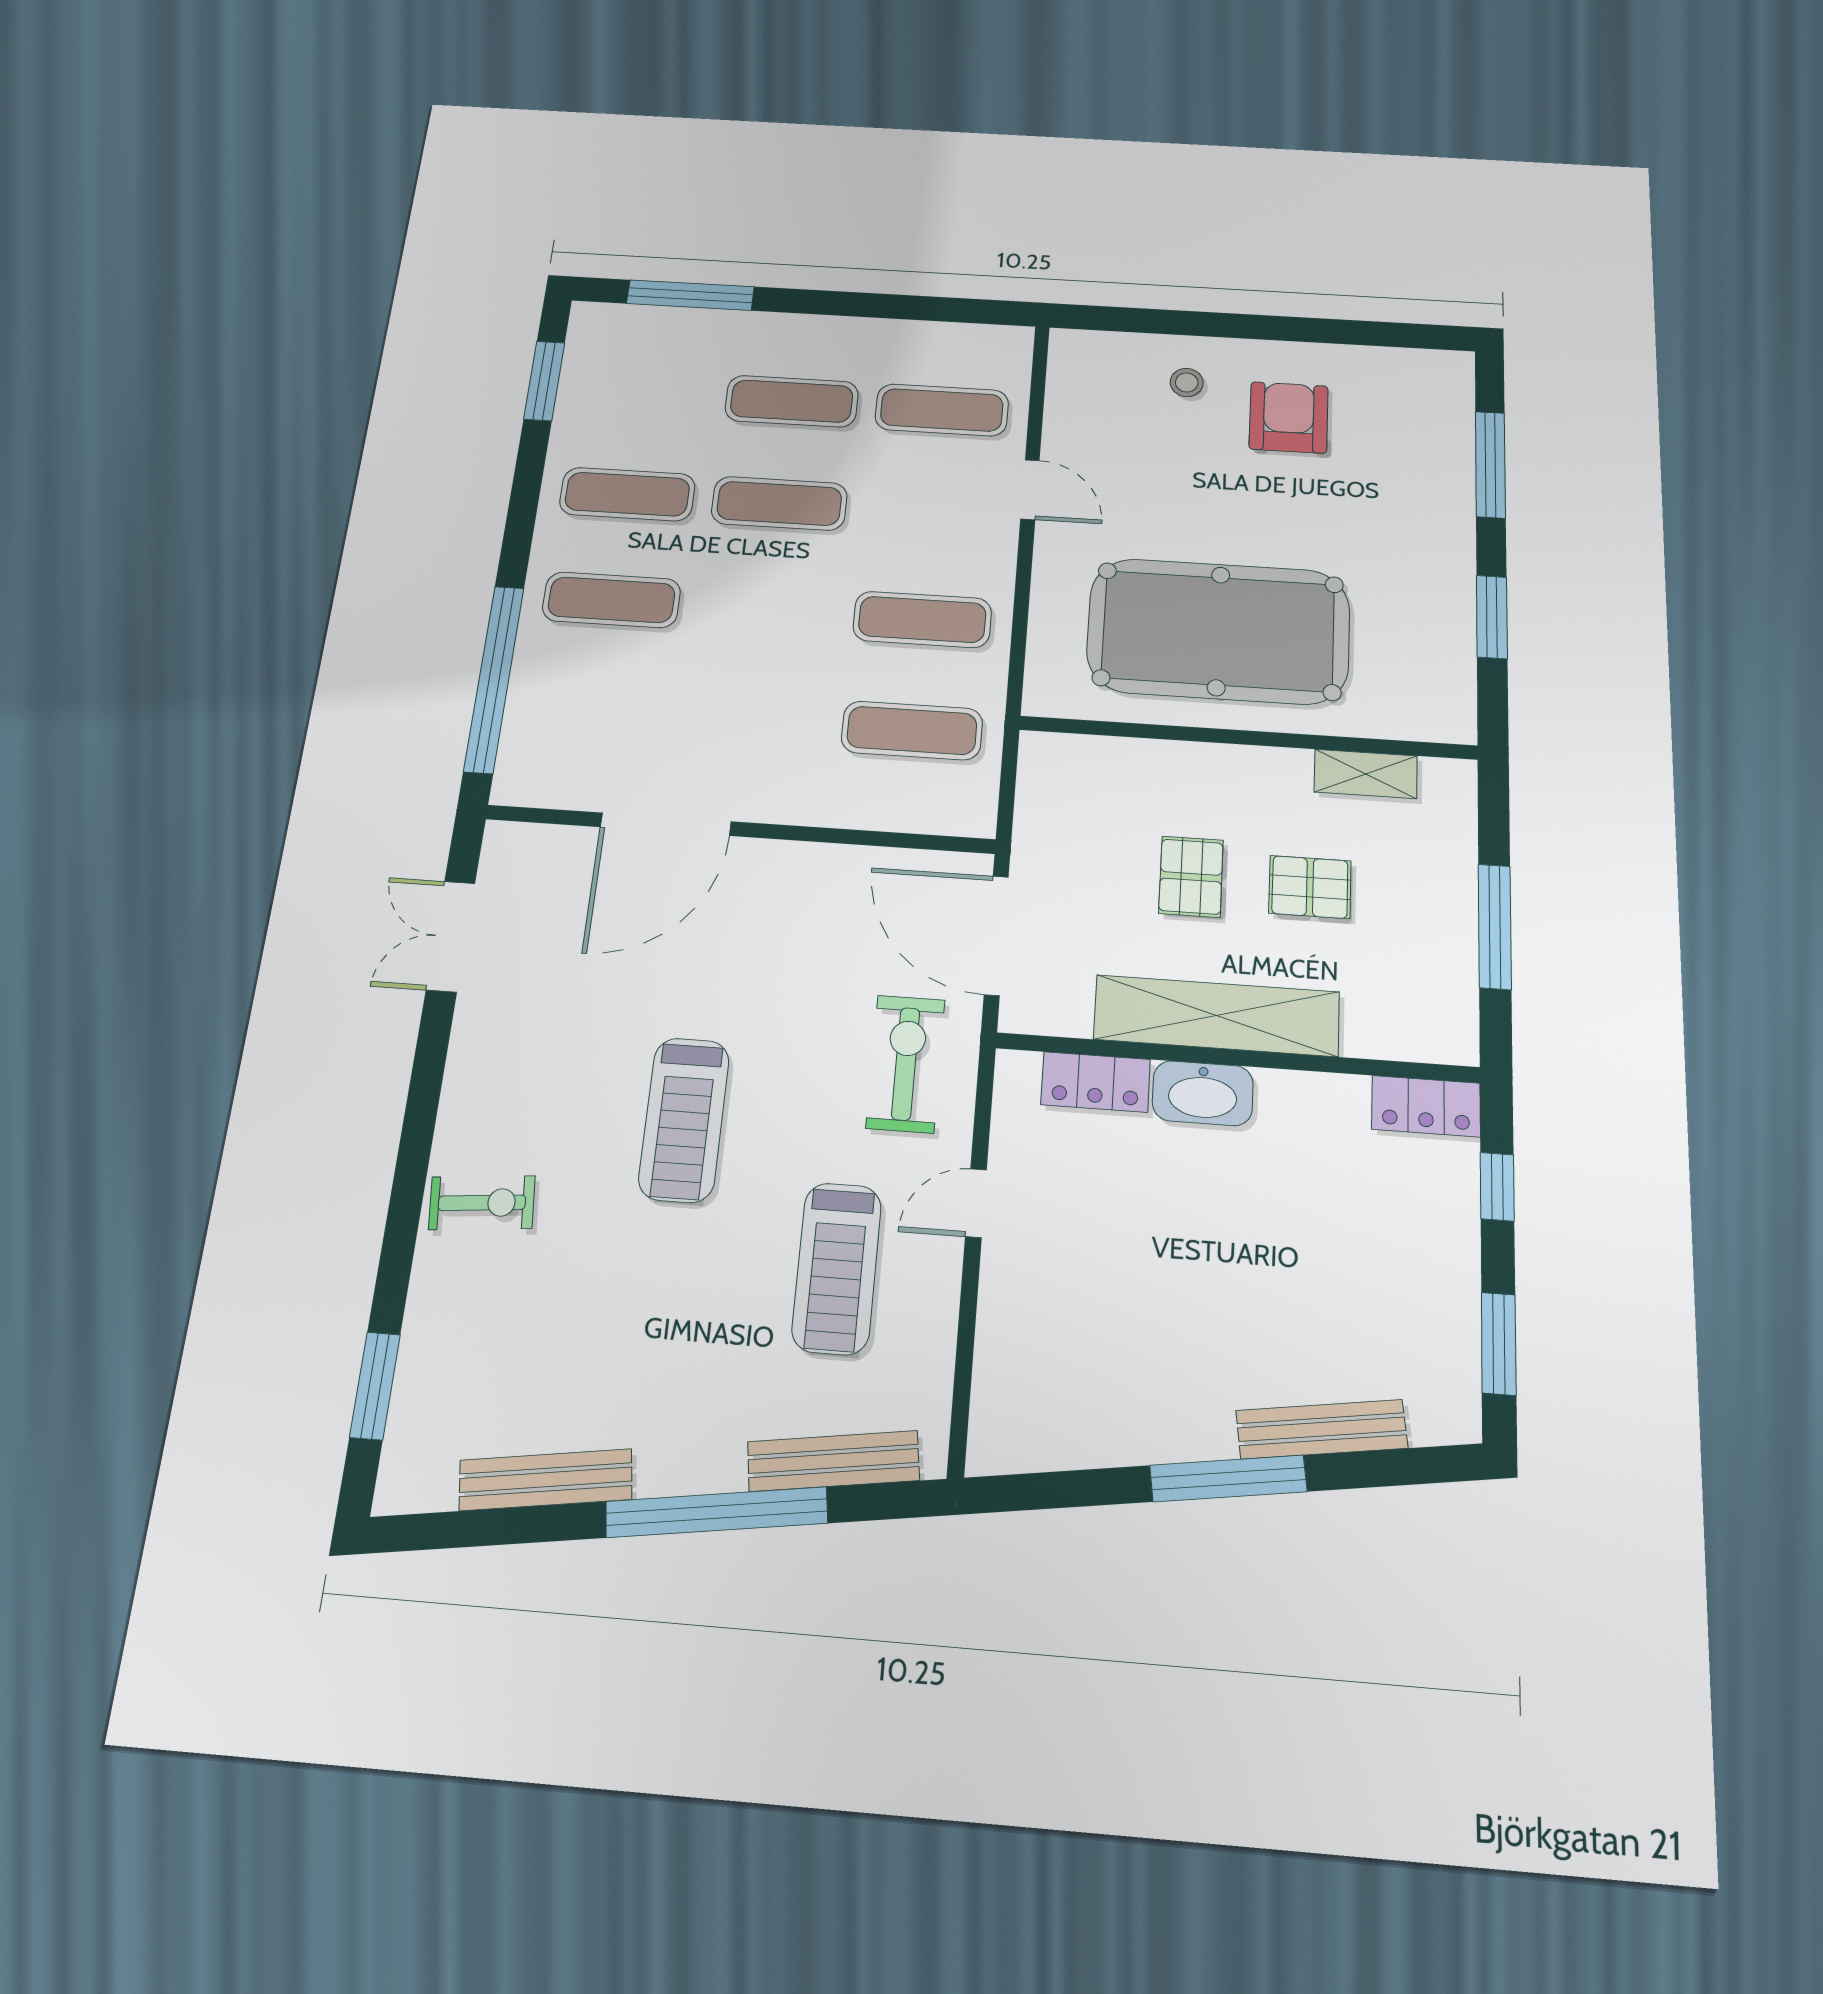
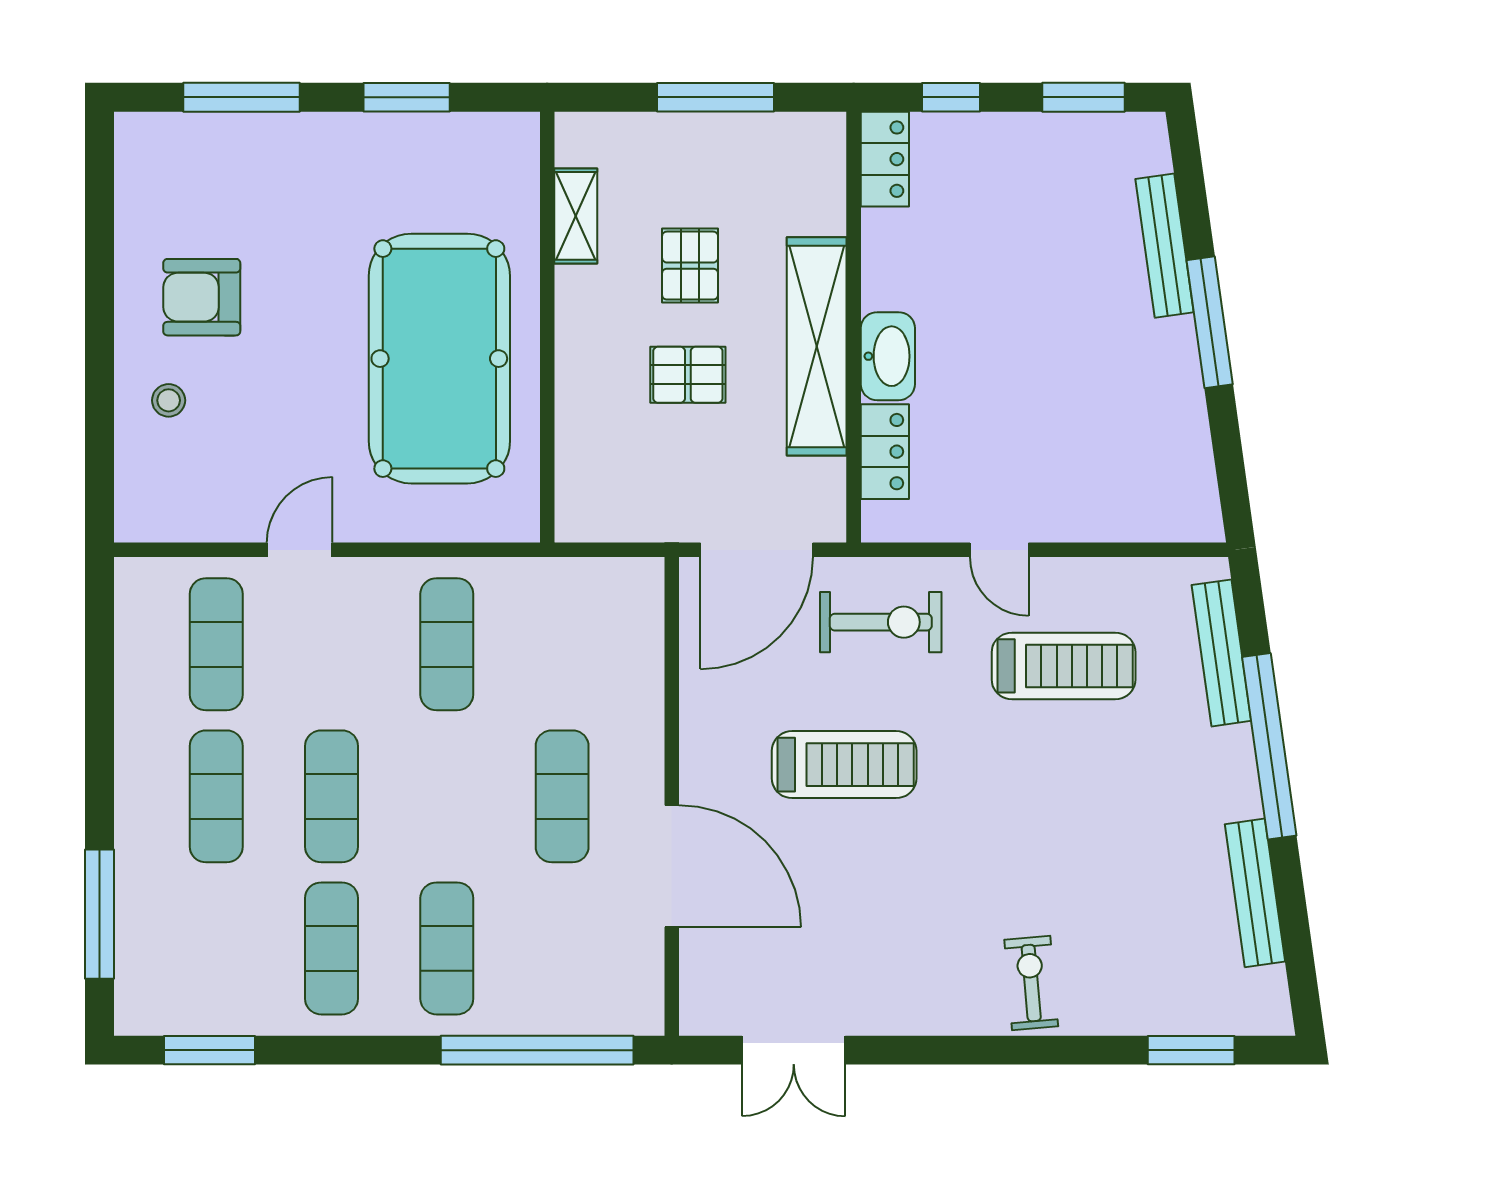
exercise mat: (912, 731) -> (562, 796), moved
exercise bike: (906, 1064) -> (881, 622), turned 180
treadmill: (684, 1120) -> (844, 765), moved

